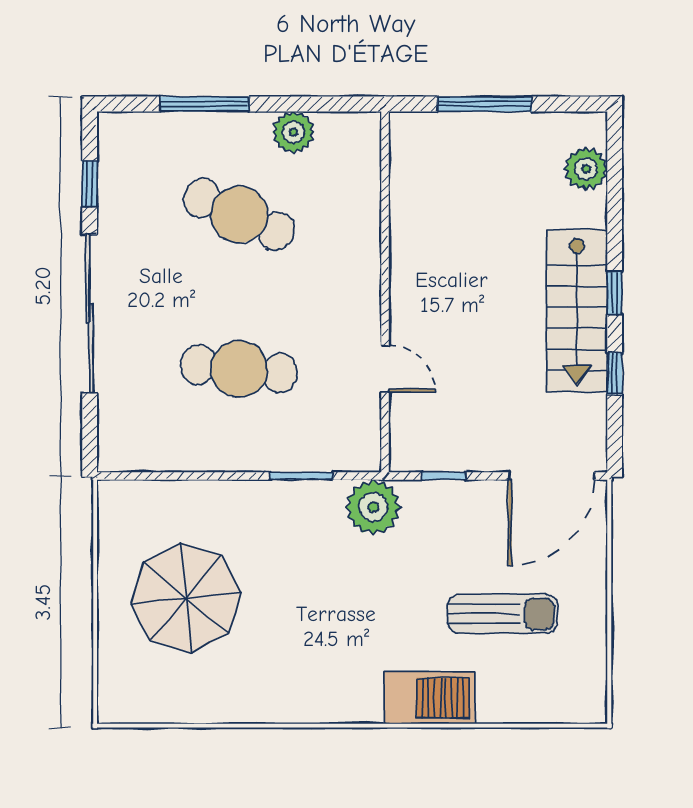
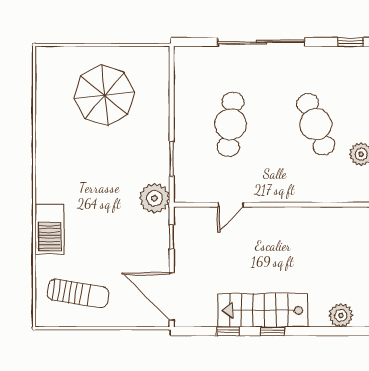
window: (90, 184) -> (351, 42), moved
cafe table: (239, 215) -> (316, 124), turned -45
sun lounger: (503, 614) -> (78, 294), moved, turned -81

